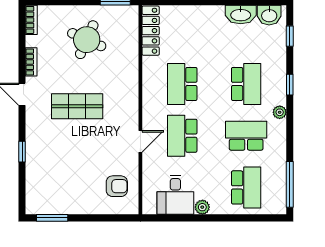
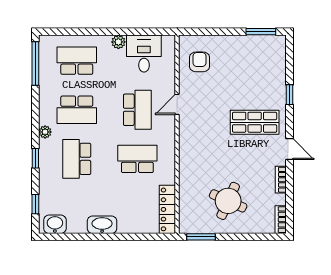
washbasin: (241, 15) -> (102, 225), moved
school desk: (182, 84) -> (137, 159), turned -90
shop shelf: (77, 106) -> (255, 122), moved
armchair: (117, 186) -> (200, 62), turned 90
school desk: (246, 187) -> (77, 61), turned 90

